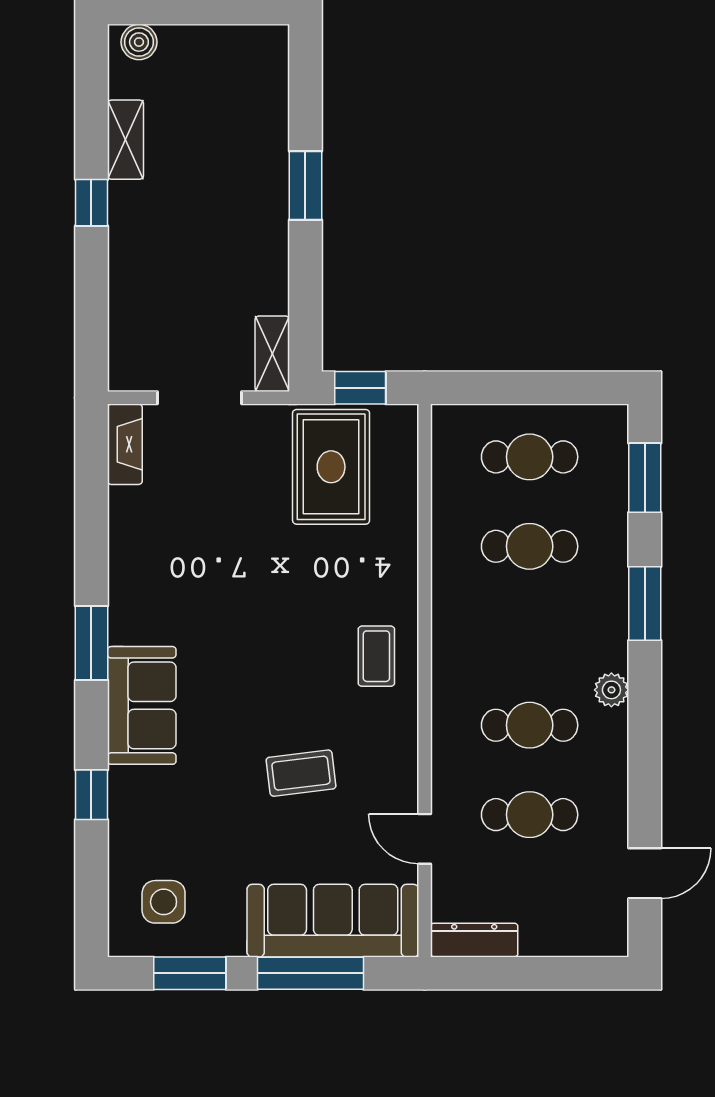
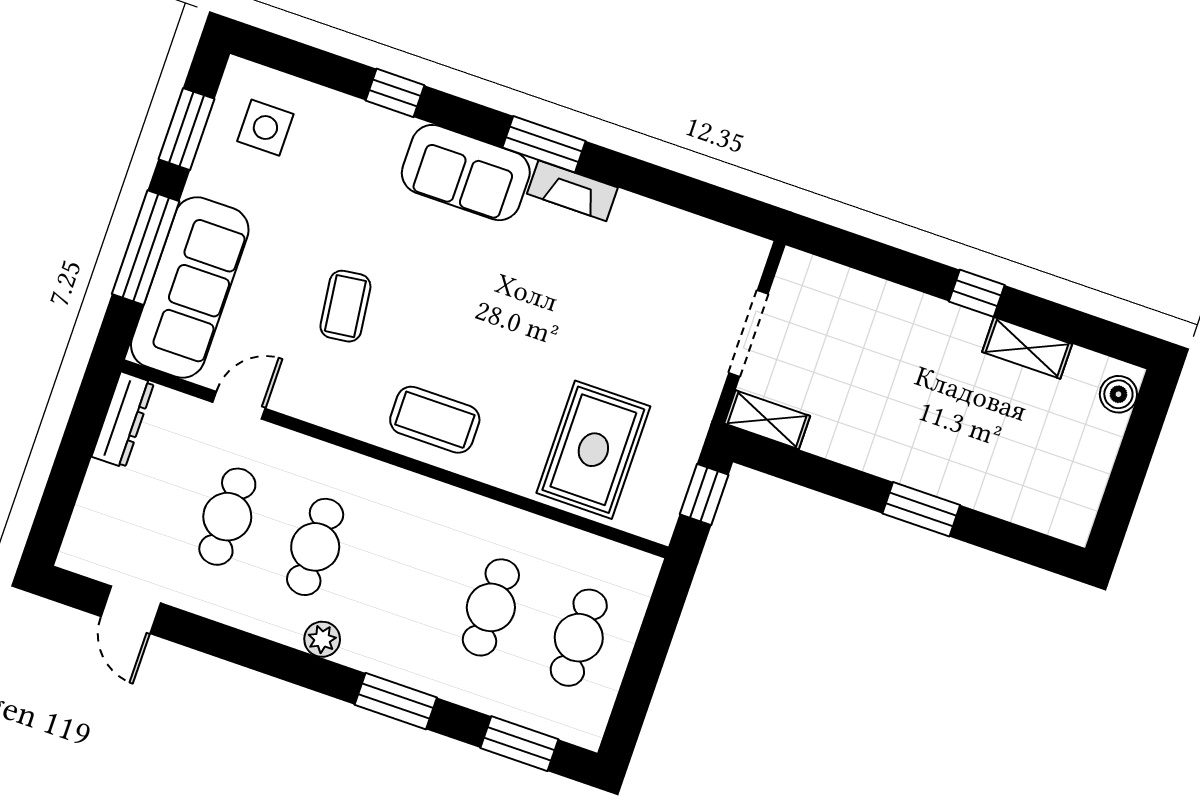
fireplace: (125, 444) -> (572, 191), moved
rug: (331, 467) -> (593, 450), moved, turned 90
coffee table: (376, 656) -> (435, 420), width x1.36, depth x1.30

